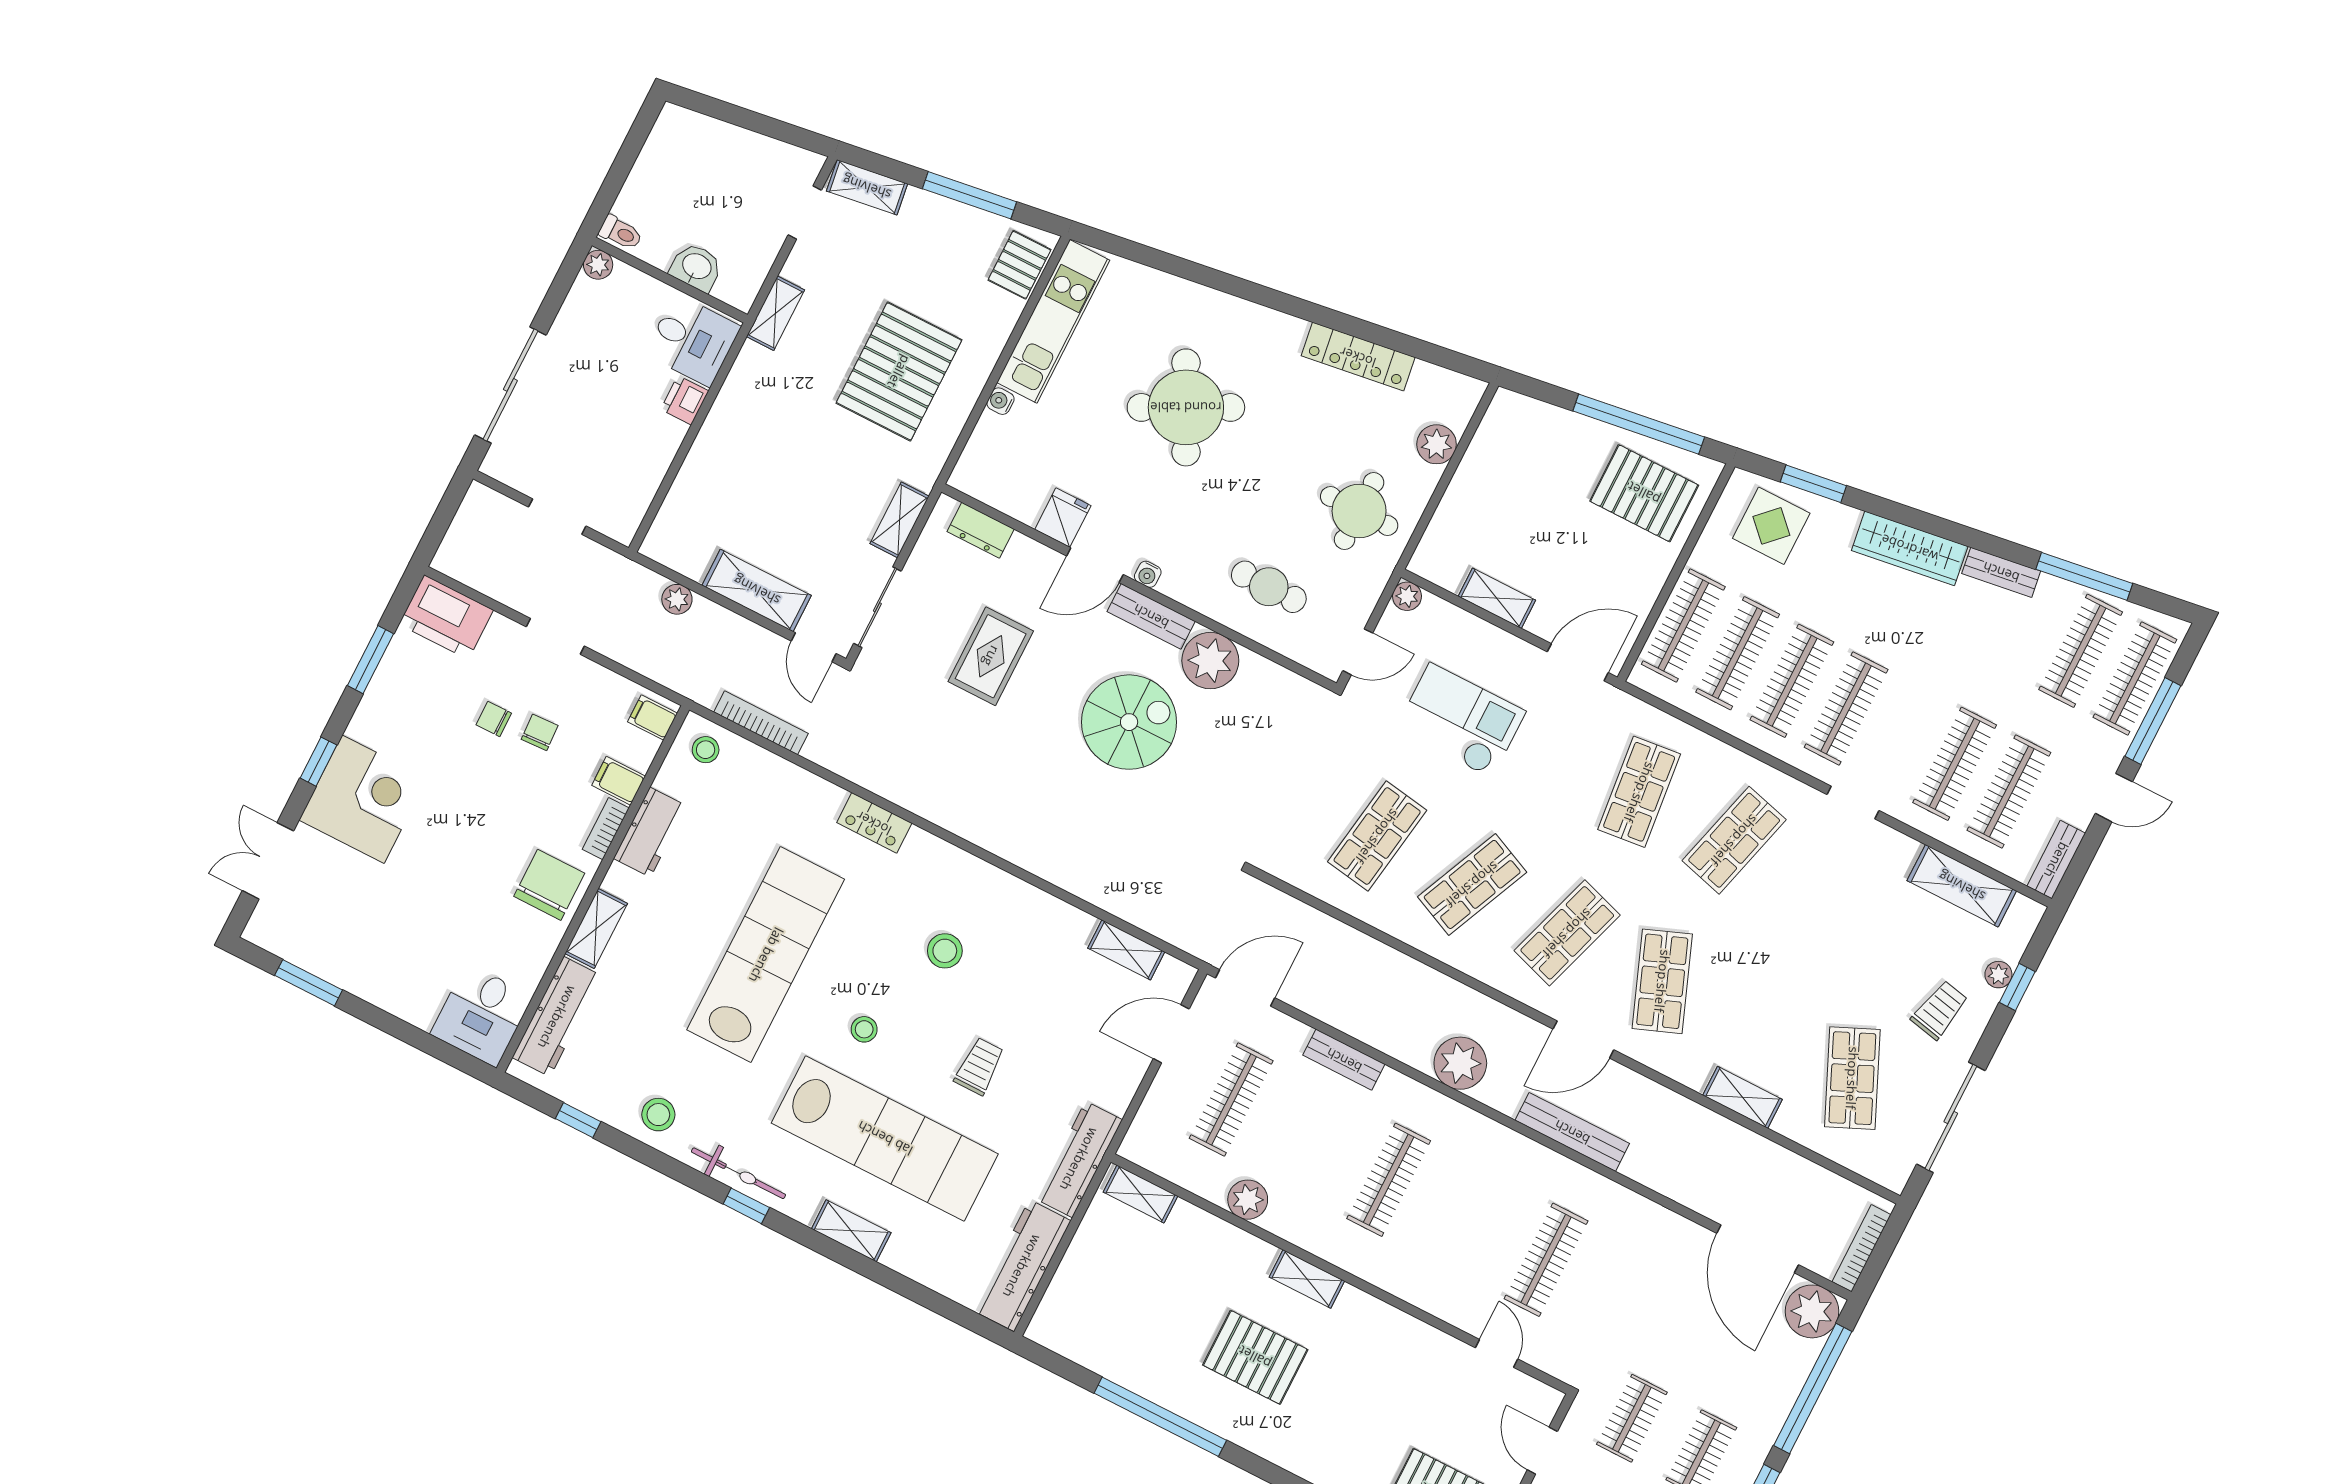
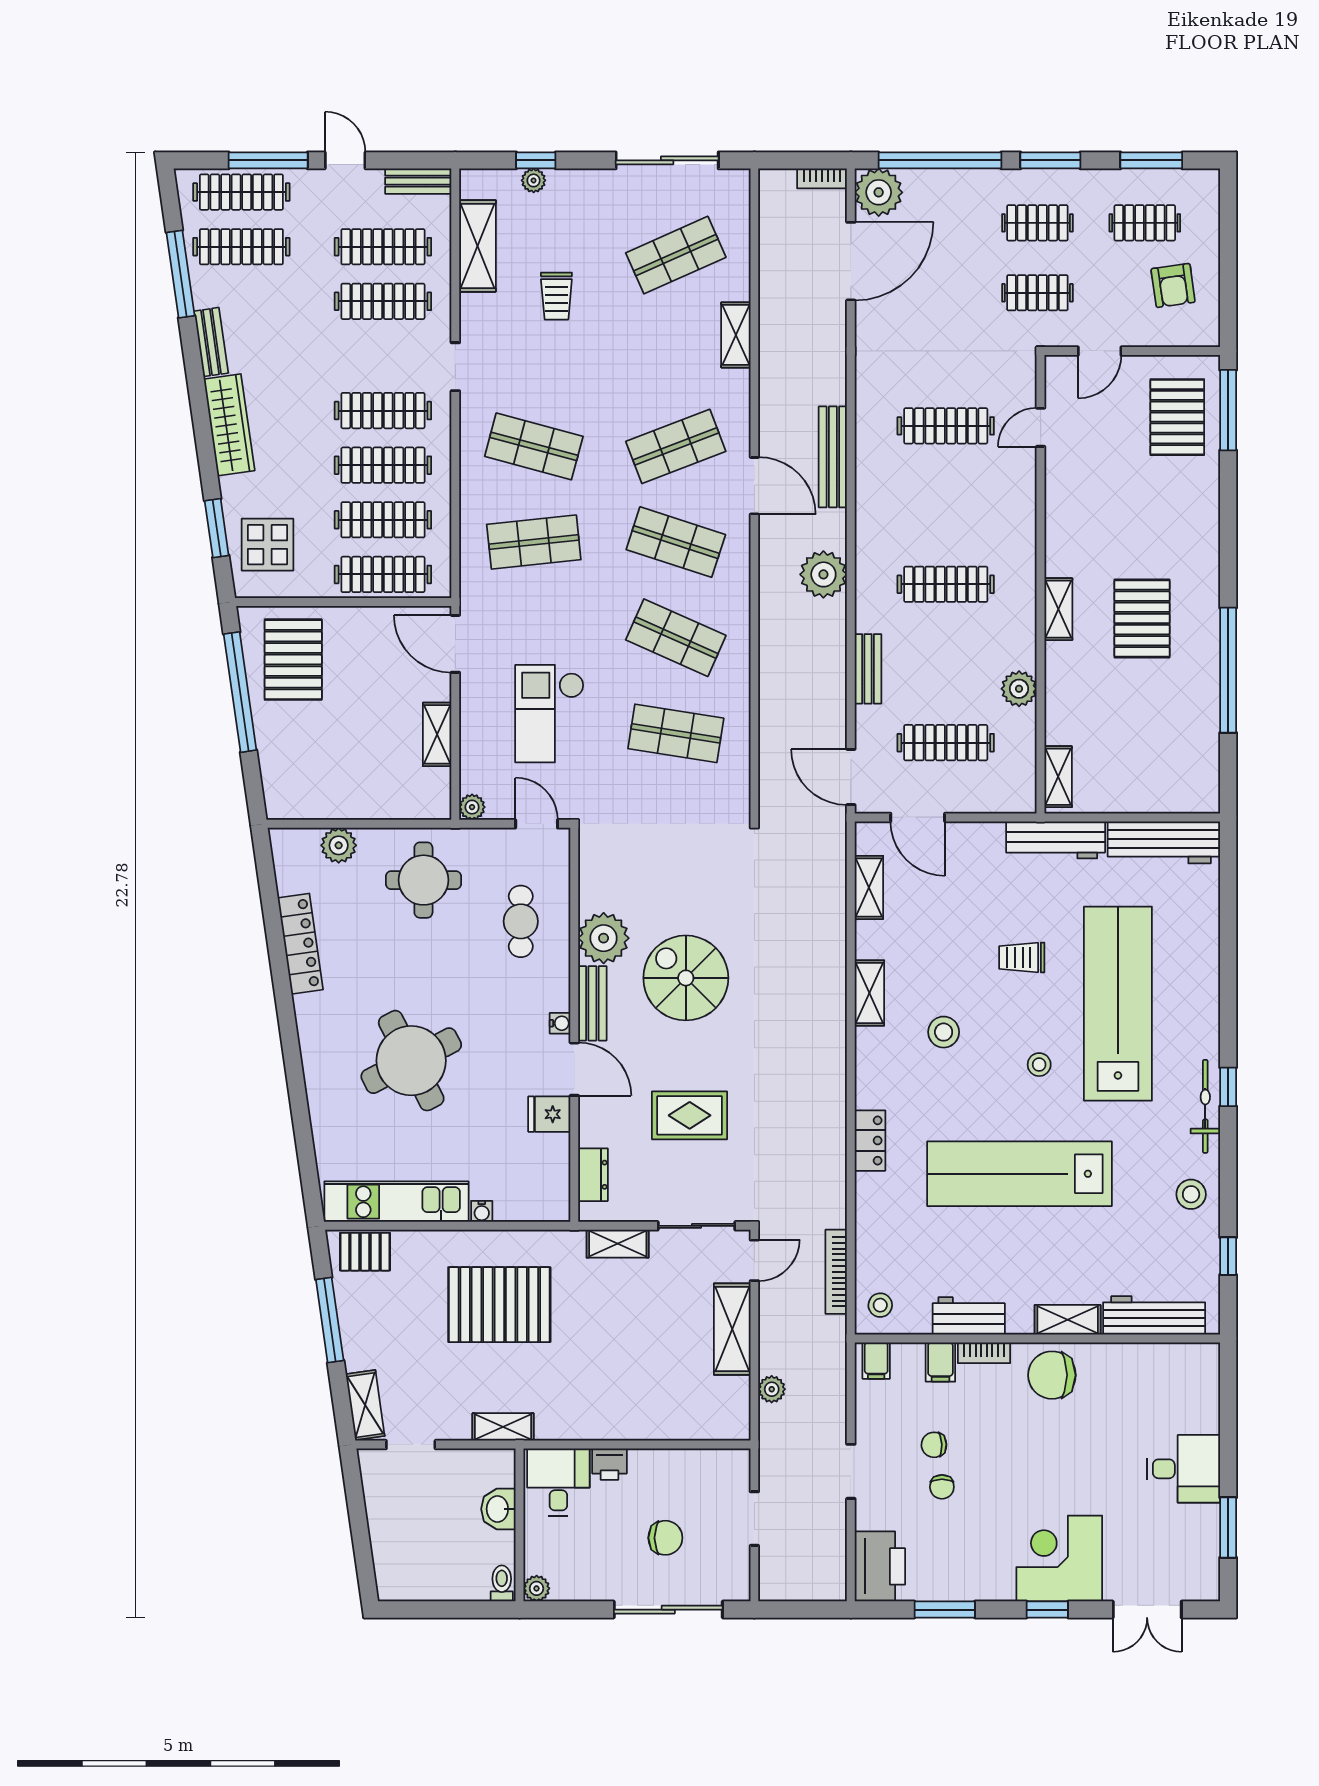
chair: (583, 418) -> (665, 1538), added
trolley: (1940, 1010) -> (556, 296), moved, turned -102
desk: (481, 1015) -> (1184, 1469), moved
shelving: (851, 1231) -> (869, 993), moved
bookcase: (1862, 1248) -> (822, 178), width x0.64

